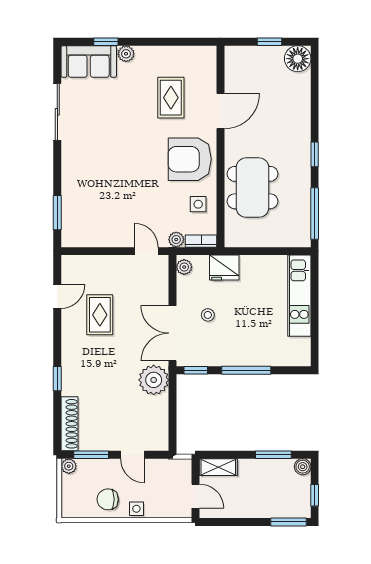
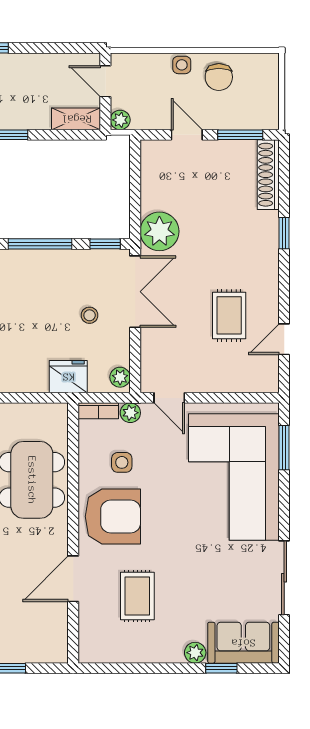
corner sofa: (96, 190) -> (234, 477), added
side table: (198, 204) -> (122, 462), moved
plant: (69, 466) -> (120, 120), moved
chair: (108, 499) -> (219, 77), turned 90

